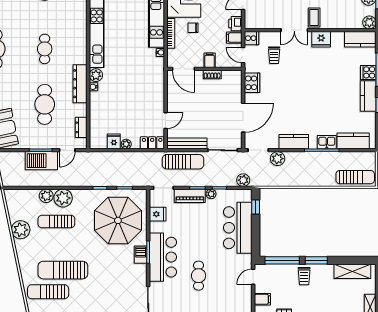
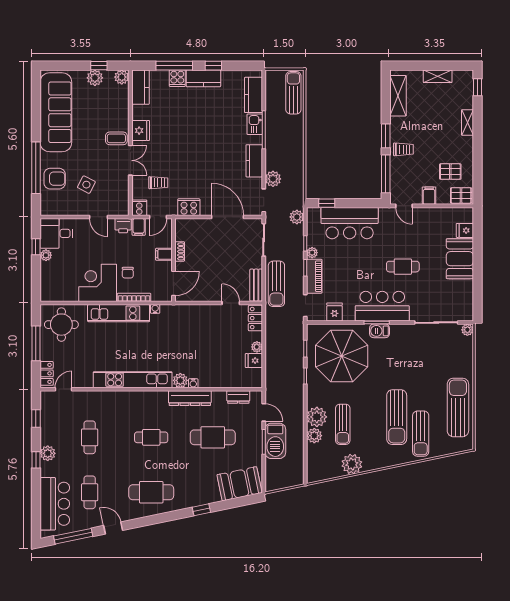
bench: (187, 143) -> (256, 285), width x0.73
sun lounger: (183, 162) -> (276, 284), turned 180

